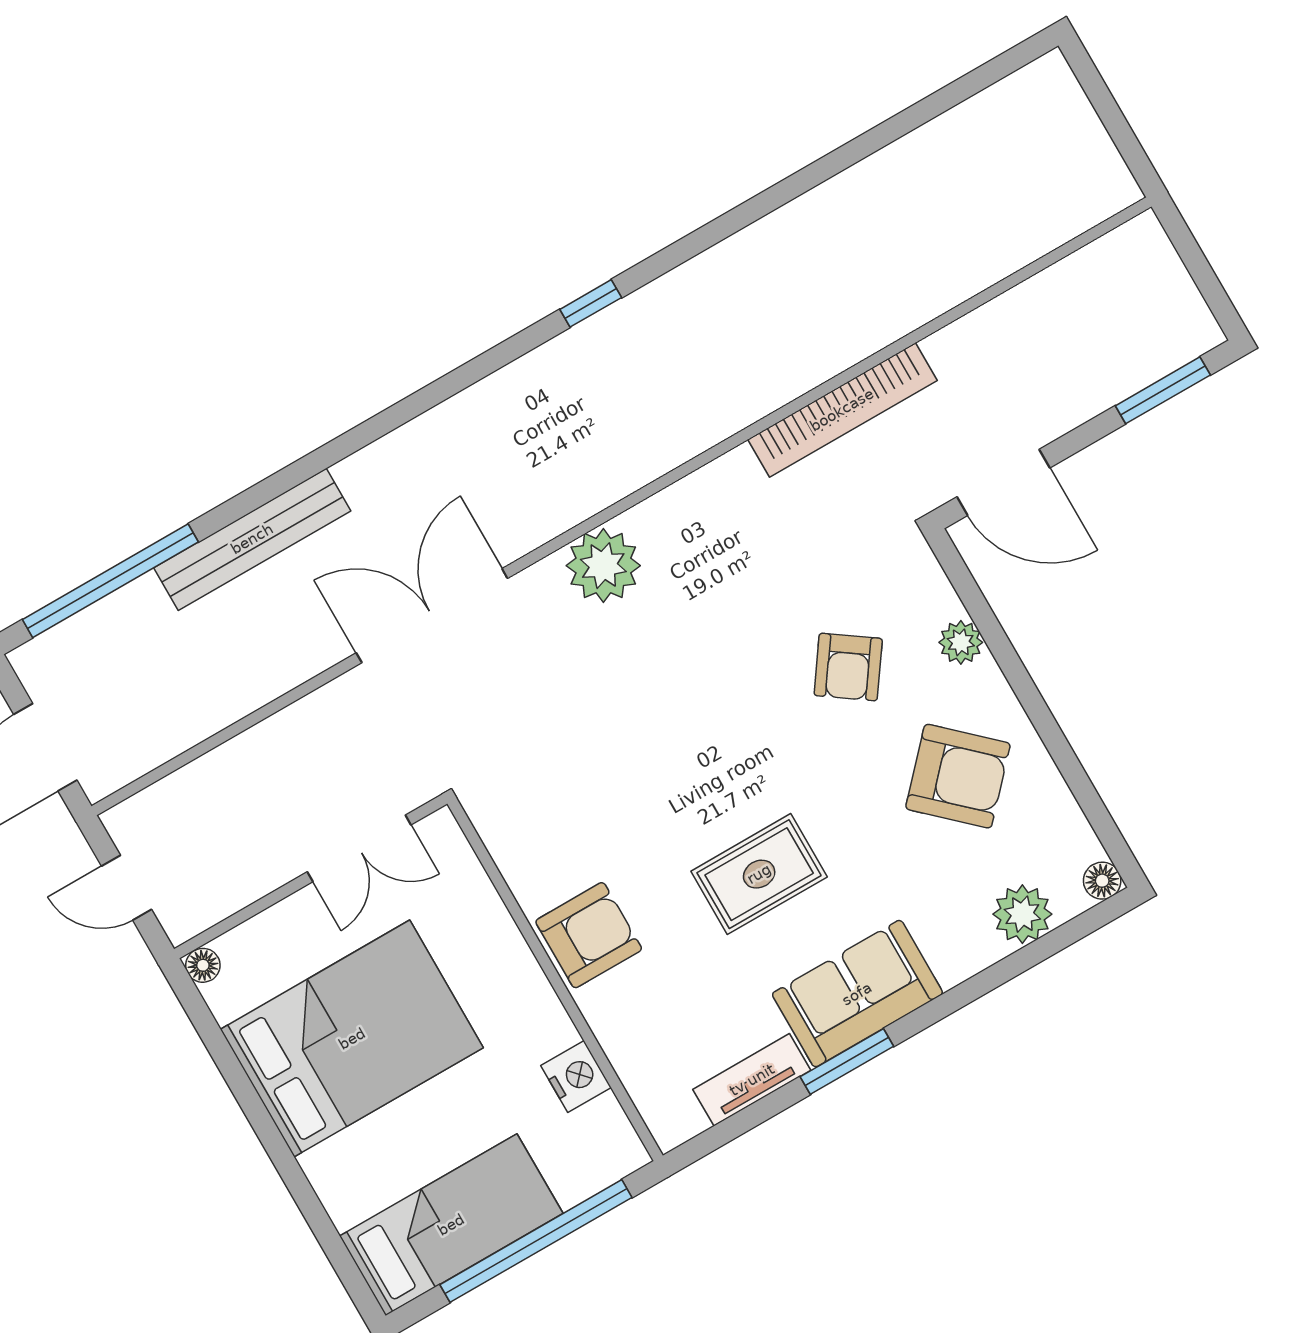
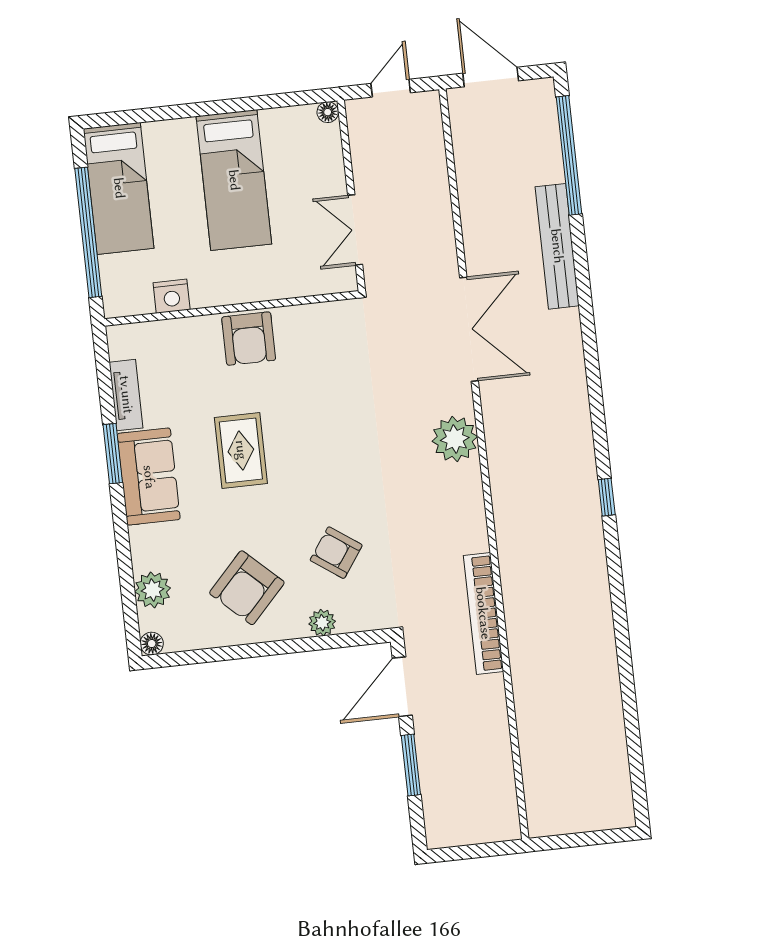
window: (1163, 390) -> (411, 765), moved
bed: (352, 1039) -> (234, 180), width x0.67

